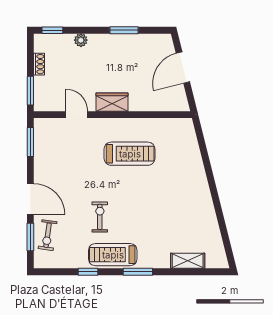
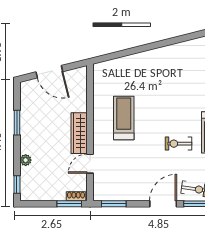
shoe rack: (39, 64) -> (76, 196), moved
wardrobe: (112, 102) -> (79, 133), width x1.50

